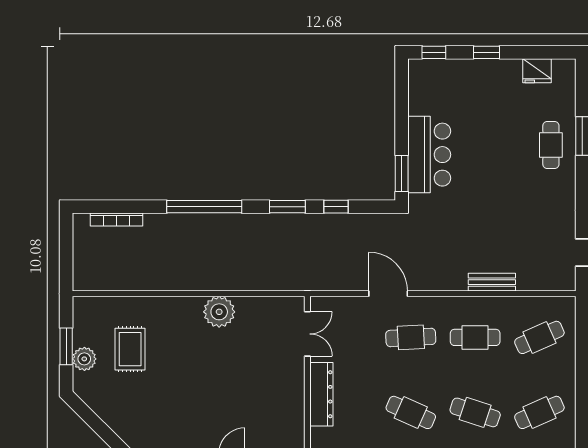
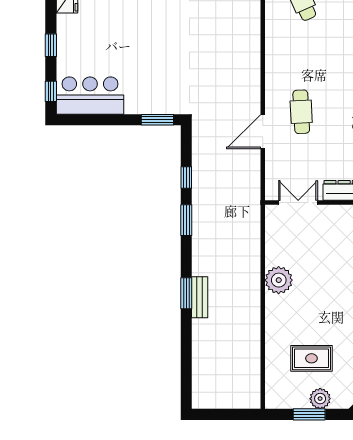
bar counter: (429, 155) -> (90, 96), moved
window: (204, 207) -> (186, 293), width x0.47
bookcase: (117, 219) -> (198, 370), removed
bench: (492, 282) -> (200, 297), moved
cafe table: (475, 337) -> (301, 55), removed

